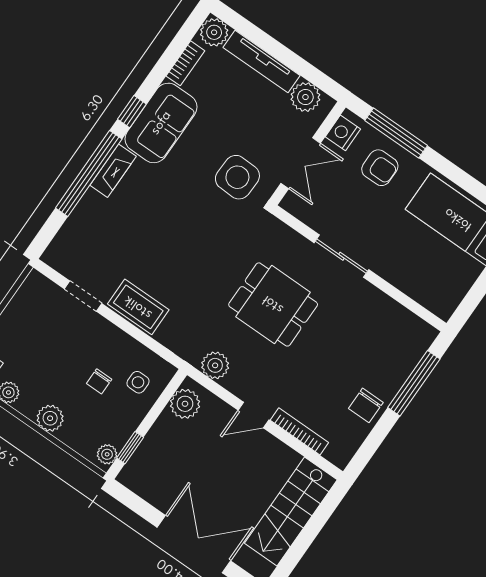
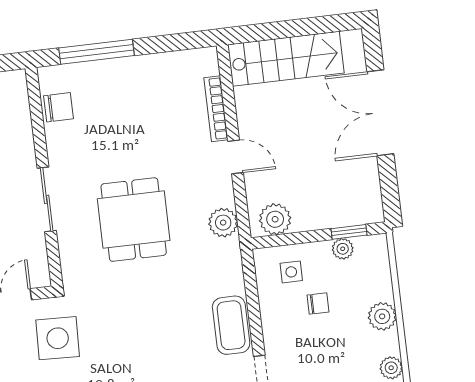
chair: (366, 405) -> (59, 107), moved
plant: (107, 454) -> (343, 249), moved

